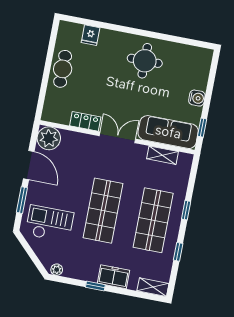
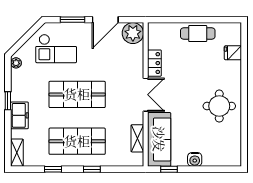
checkout: (50, 224) -> (56, 49), turned 90

